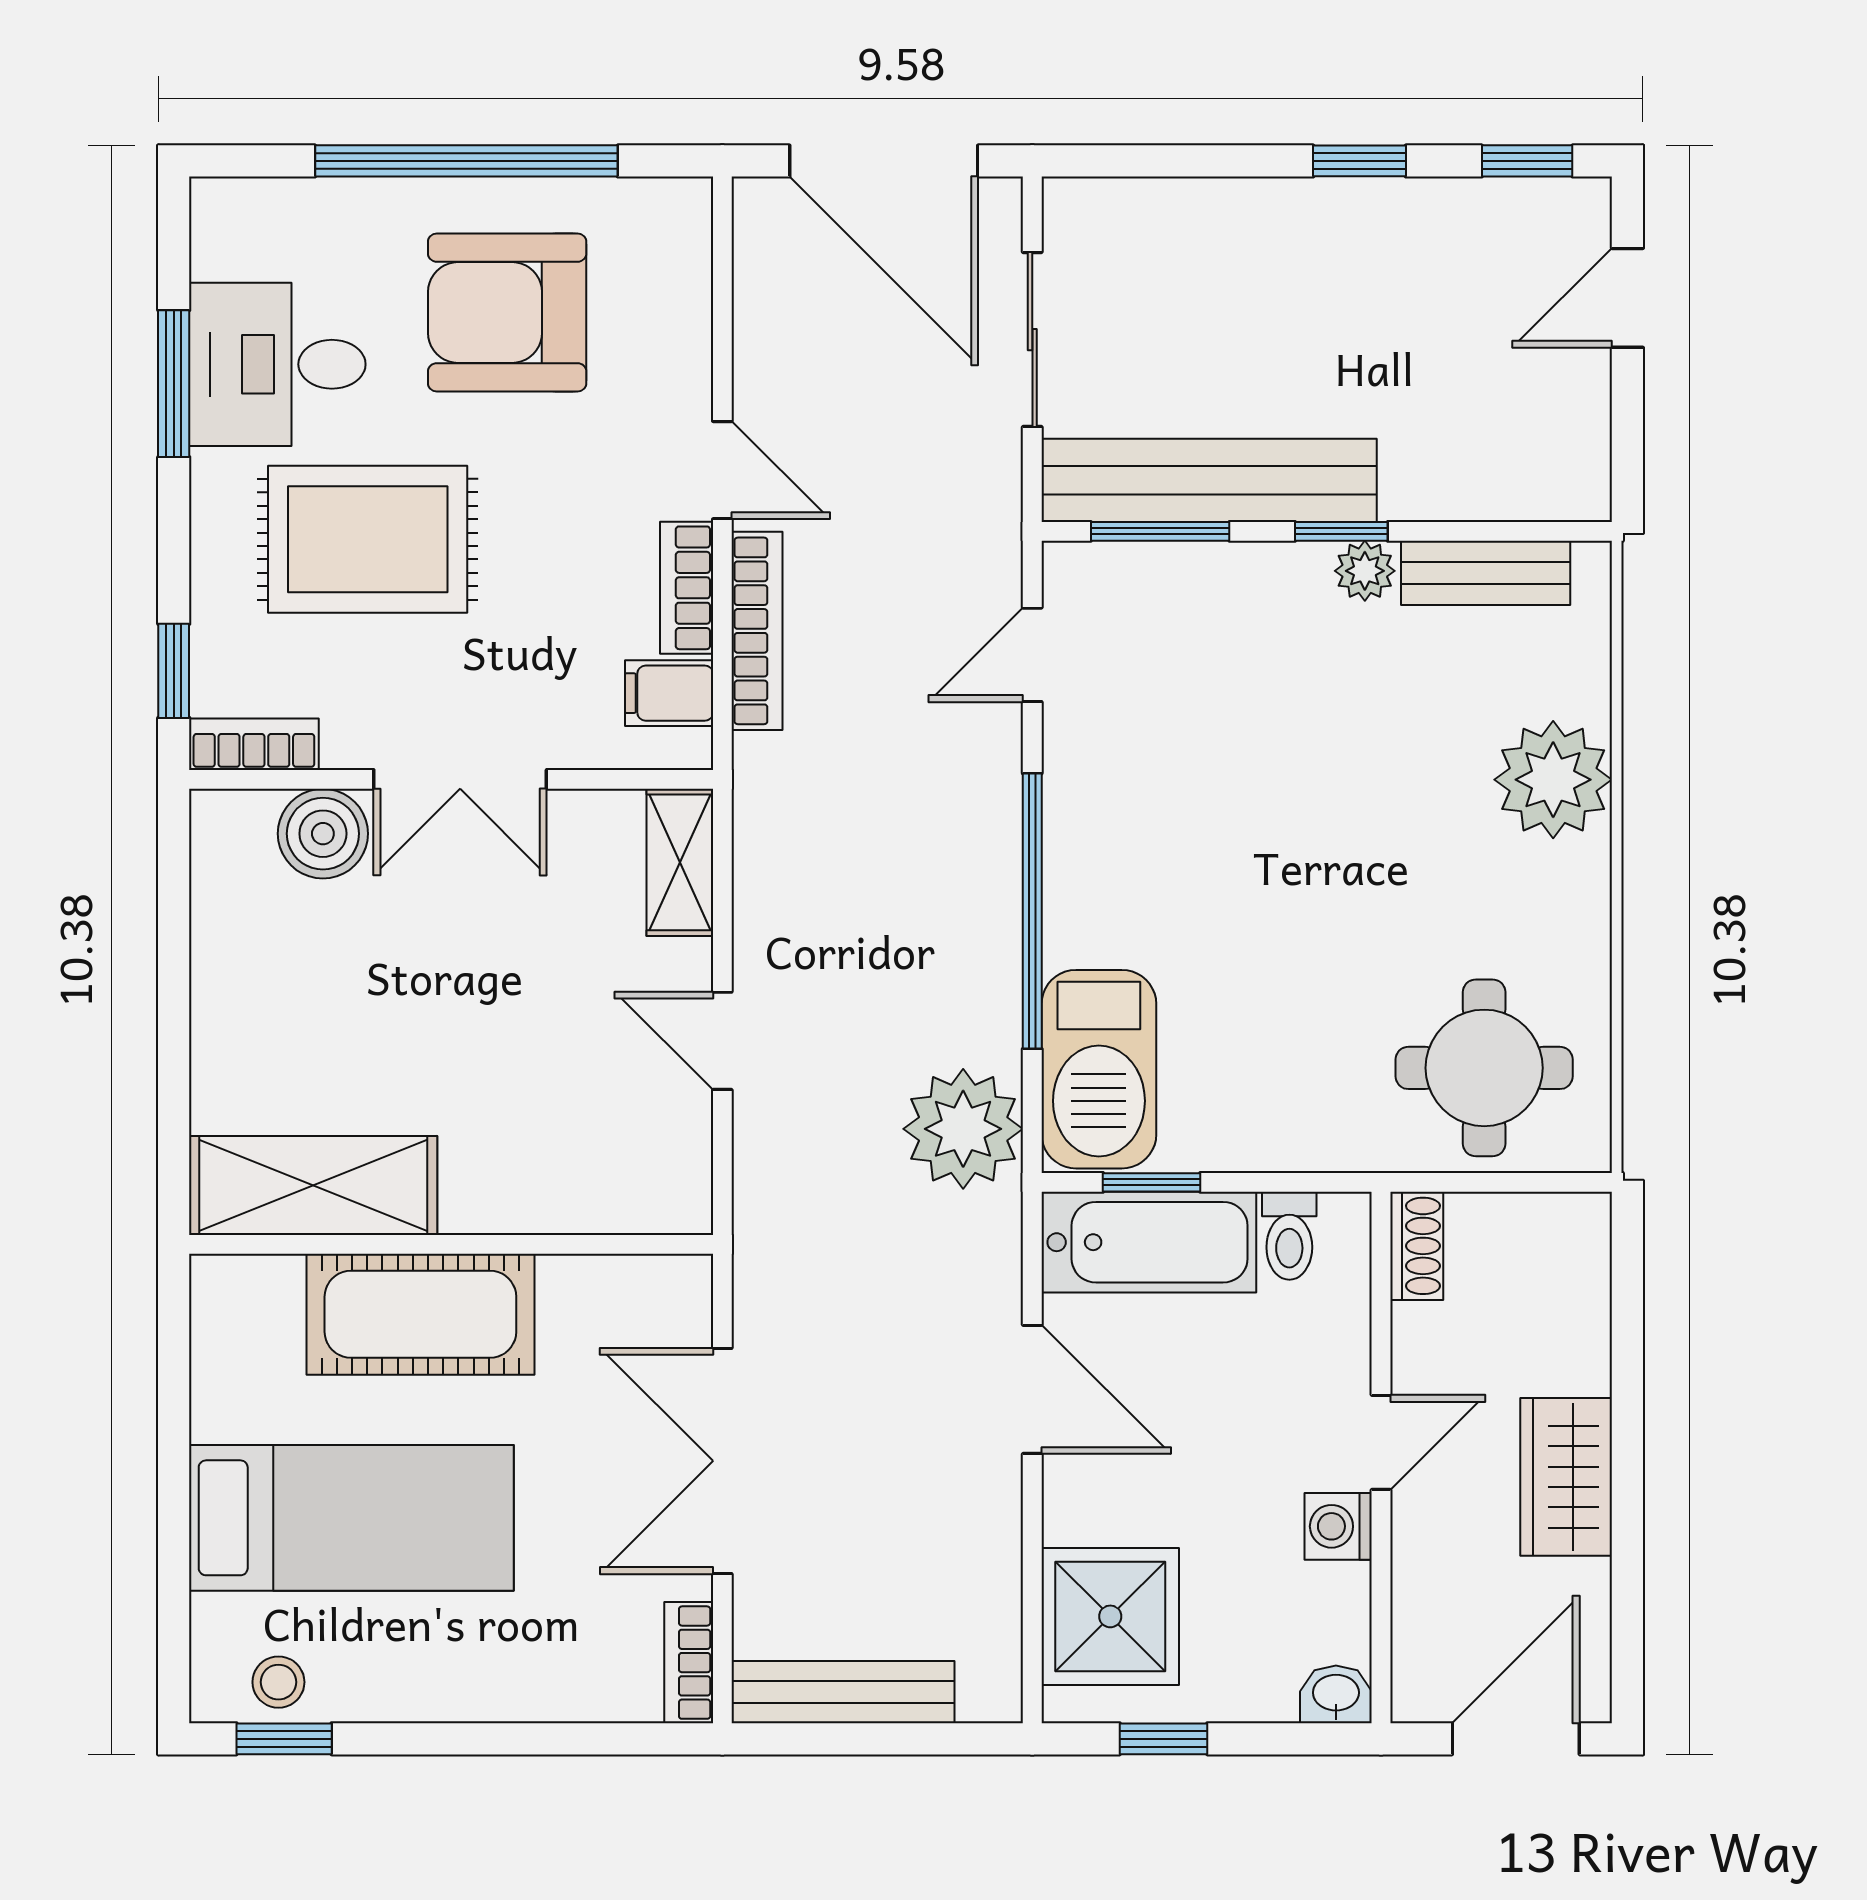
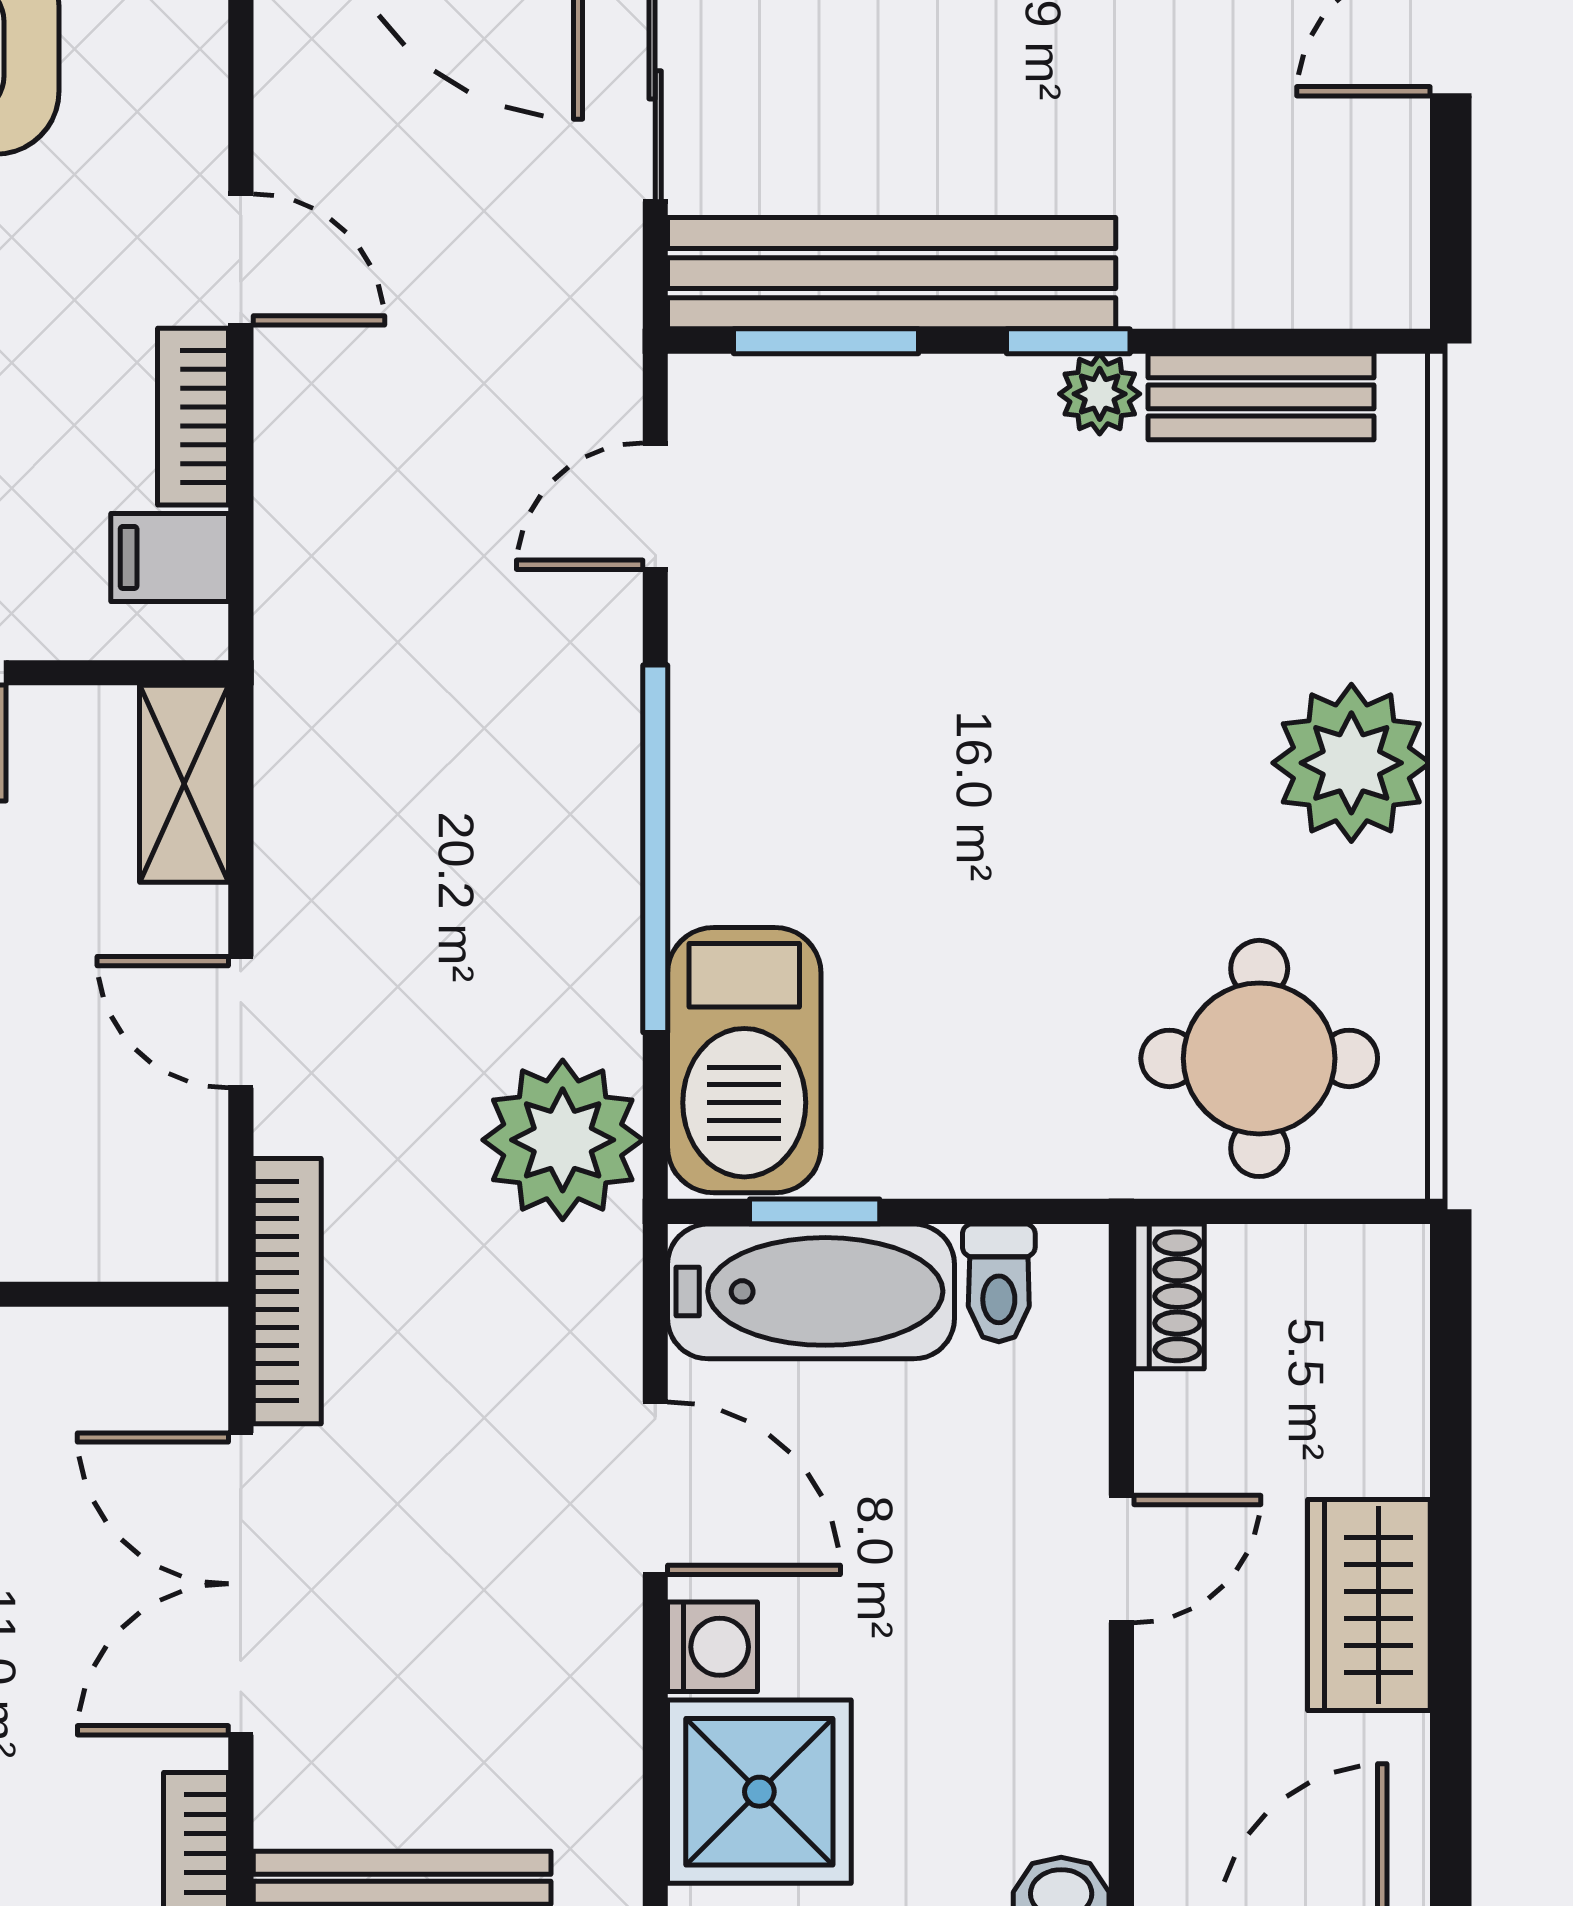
bookcase: (757, 631) -> (287, 1291), moved
plant: (1553, 780) -> (1351, 763), moved
washing machine: (1338, 1526) -> (712, 1647), moved, turned 180

